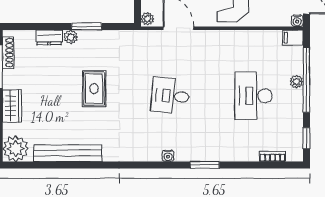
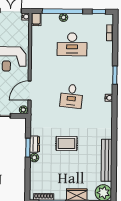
dresser: (49, 37) -> (35, 144), moved

